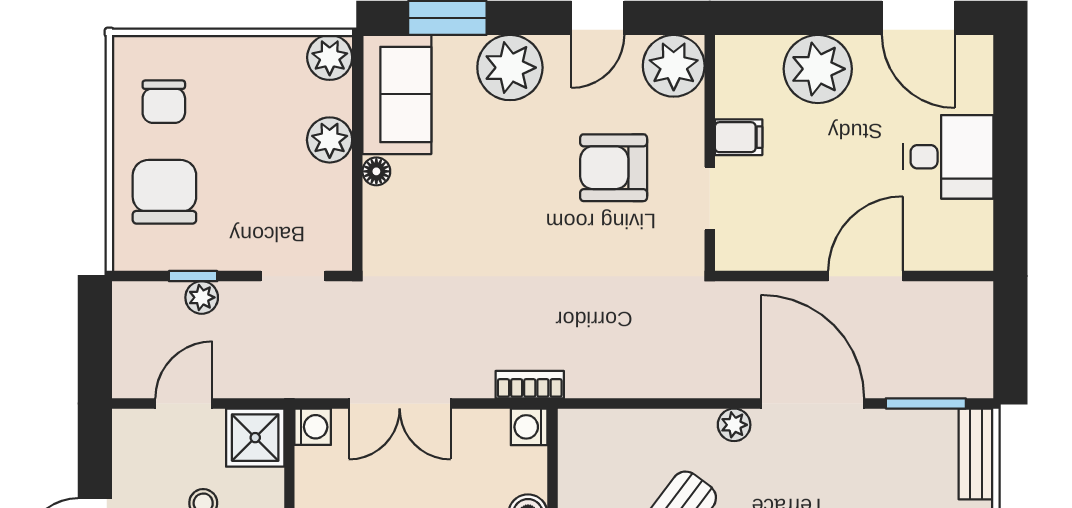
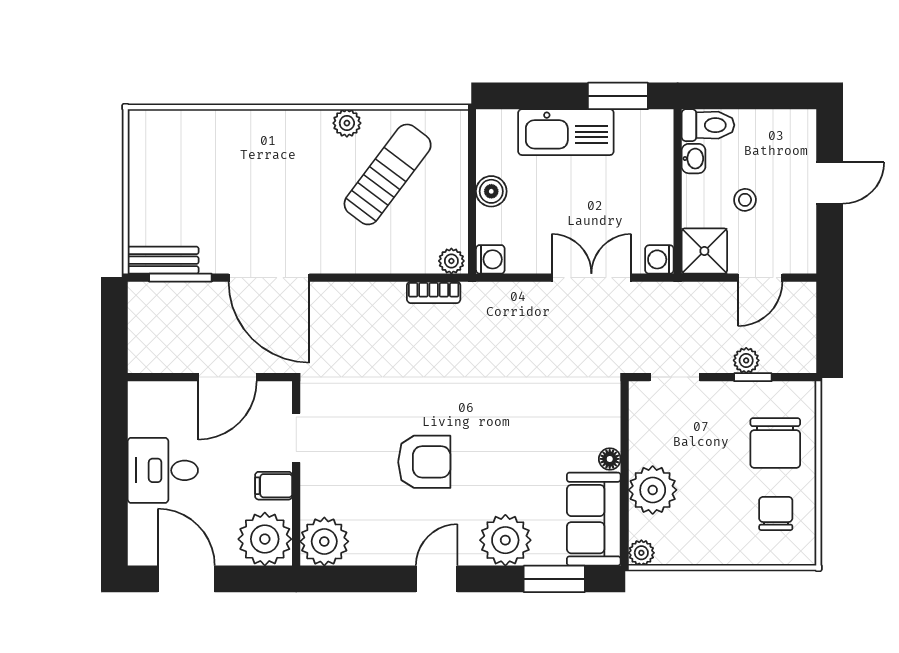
plant: (330, 57) -> (641, 553), width x0.73, depth x0.73
plant: (674, 66) -> (324, 541), moved
filing cabinet: (739, 137) -> (274, 486), moved
plant: (330, 140) -> (653, 490), width x1.36, depth x1.36
wall: (710, 153) -> (296, 473), moved
doorway: (710, 198) -> (296, 438), moved
bookcase: (530, 385) -> (434, 292), moved
plant: (734, 425) -> (451, 261), moved
bench: (976, 454) -> (163, 260), moved, turned 90

